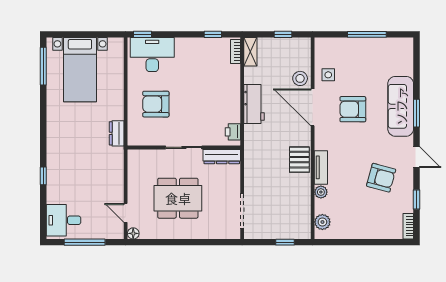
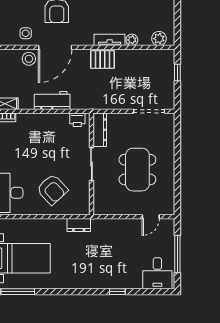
armchair: (156, 104) -> (52, 189), turned -43
floor lamp: (133, 233) -> (169, 210), removed

